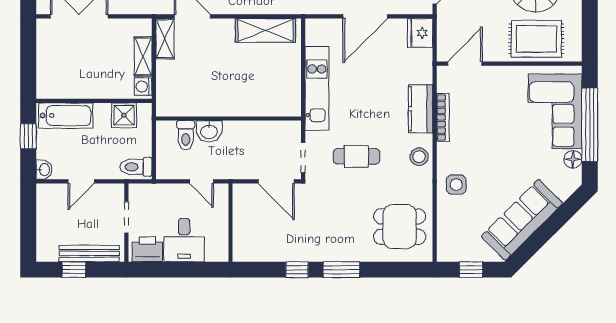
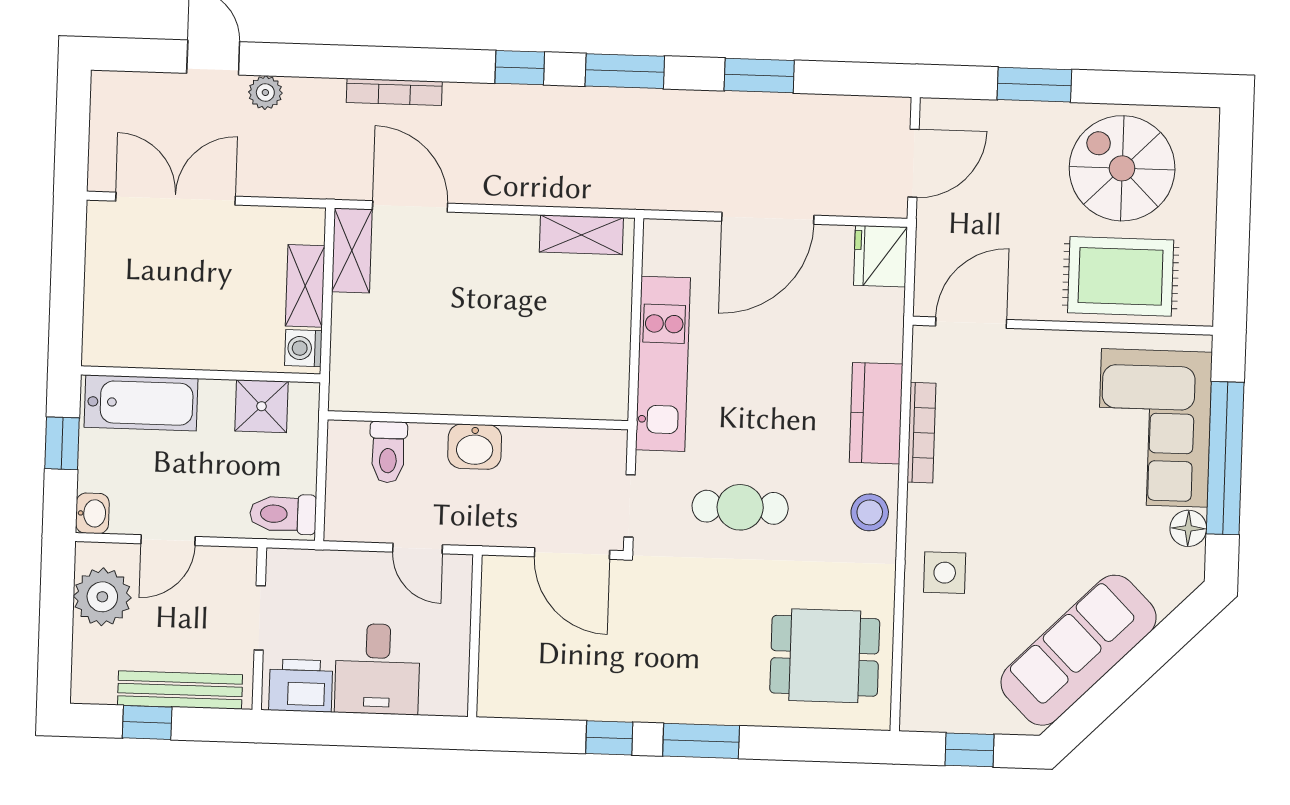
shelving: (265, 30) -> (581, 235), width x0.67, depth x0.75
washbasin: (209, 131) -> (475, 447), moved
plant: (50, 210) -> (102, 597), added

